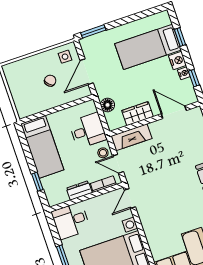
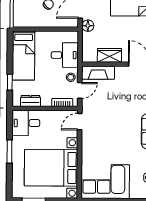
floor lamp: (108, 105) -> (88, 26), moved
door: (118, 164) -> (80, 90), swing flipped
dresser: (79, 190) -> (31, 101), moved

